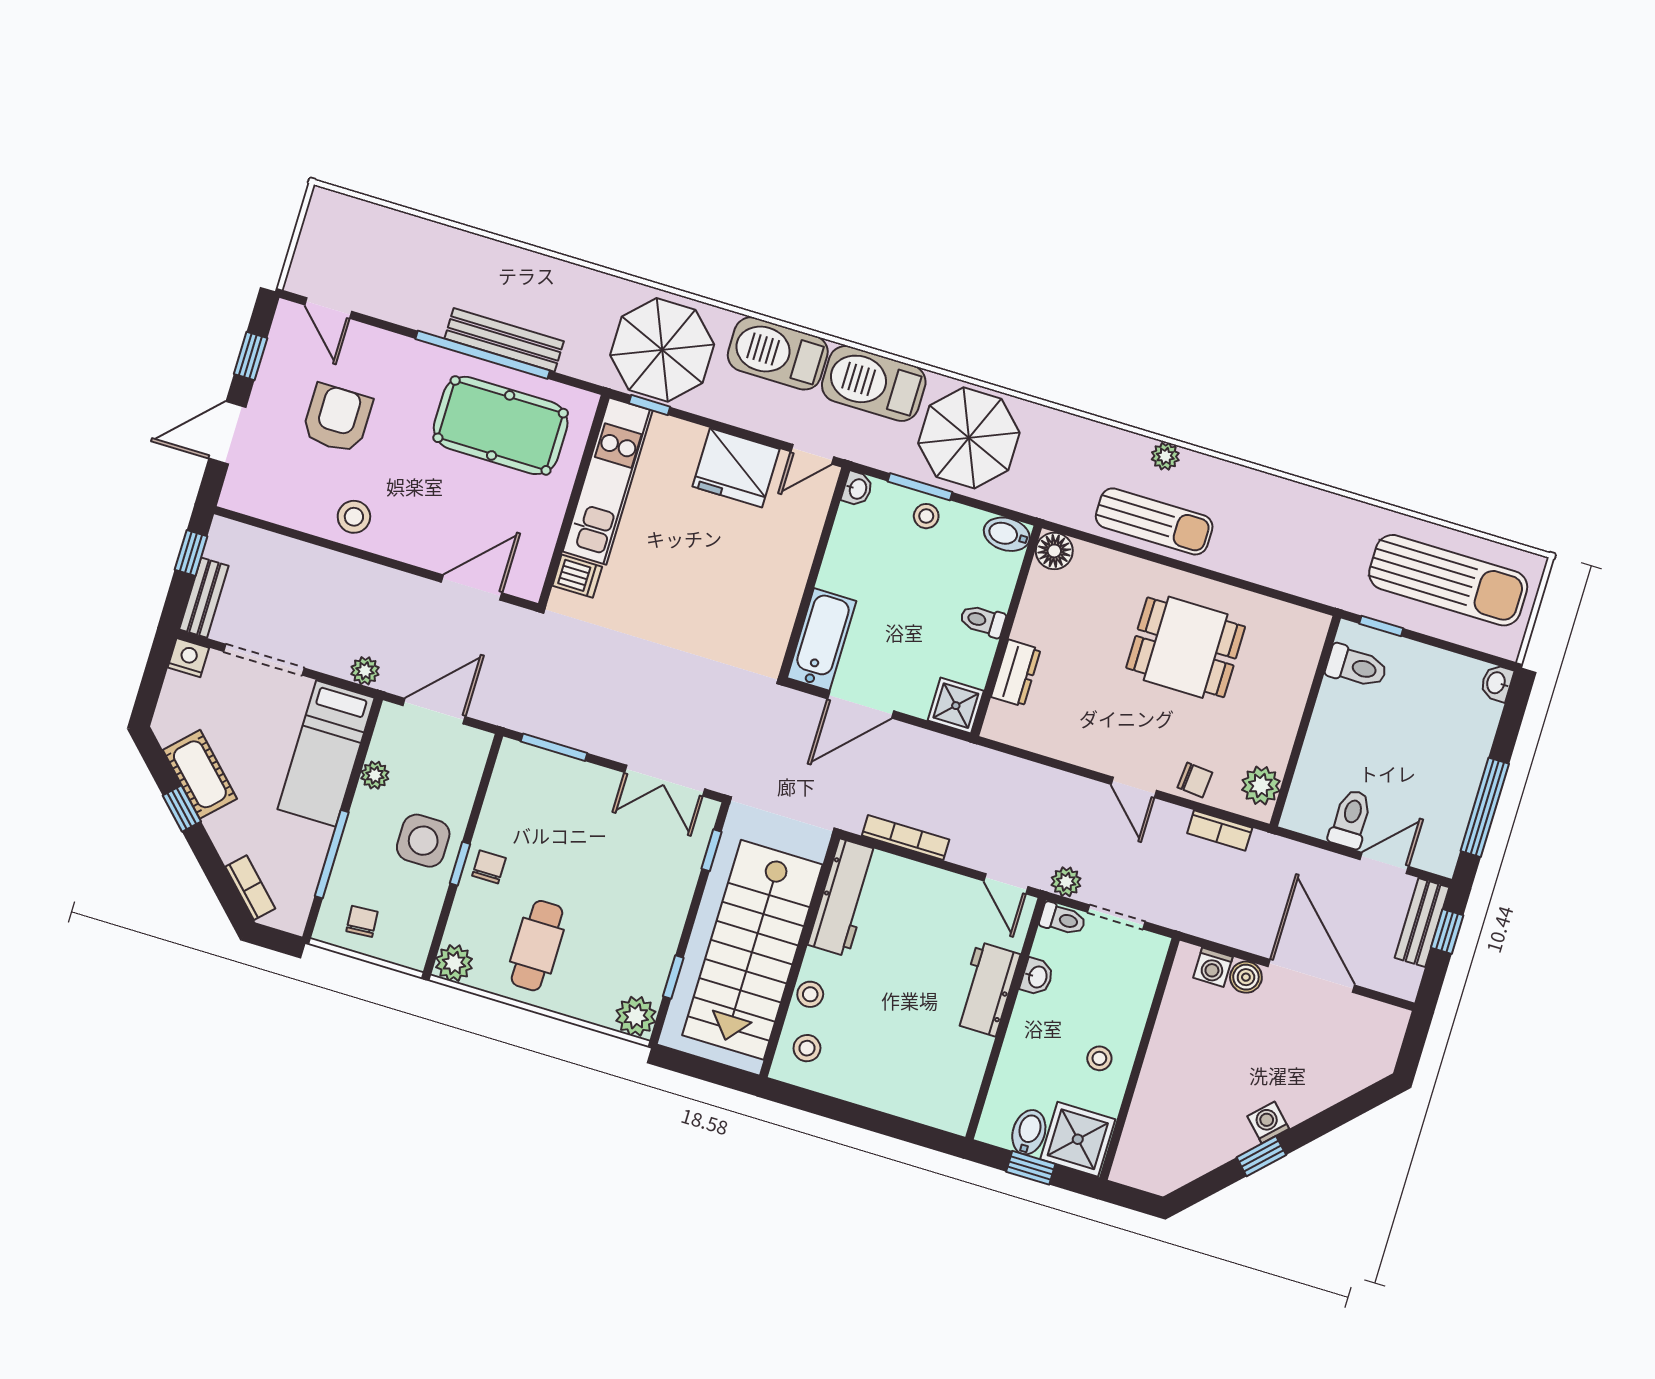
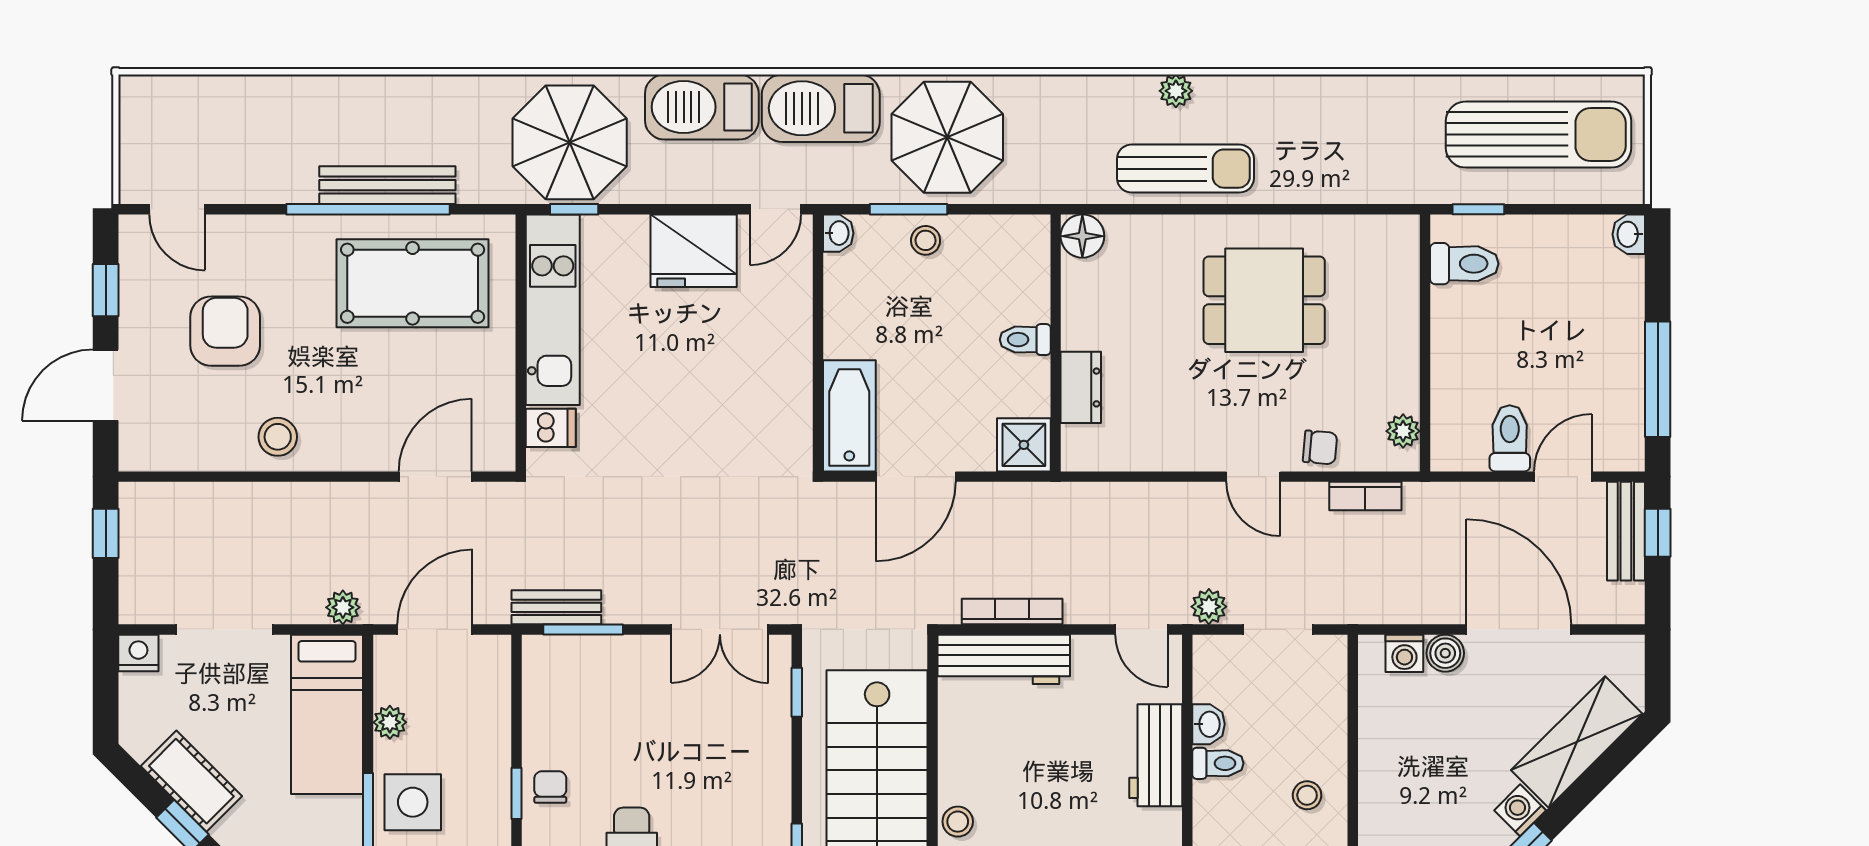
bidet: (1007, 534) -> (1023, 233), removed
bench: (204, 598) -> (556, 607), moved, turned 90
plant: (1261, 785) -> (1403, 431), width x0.73, depth x0.73
side table: (423, 841) -> (413, 802), moved
workbench: (844, 898) -> (1004, 659), moved, turned 90
toilet: (1063, 919) -> (1218, 763), moved
shelving: (1331, 1081) -> (1577, 742), added

